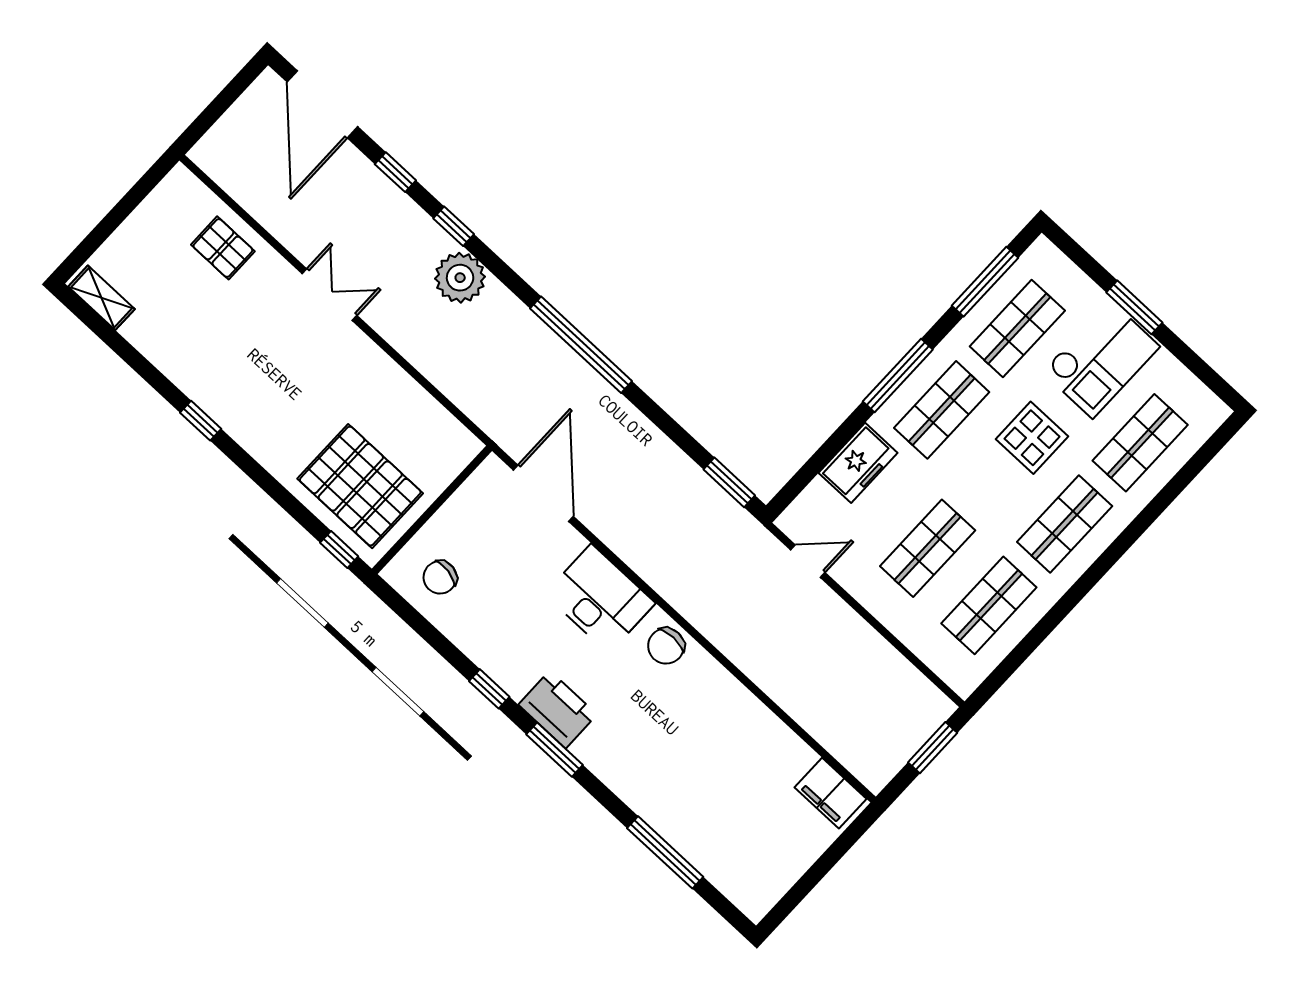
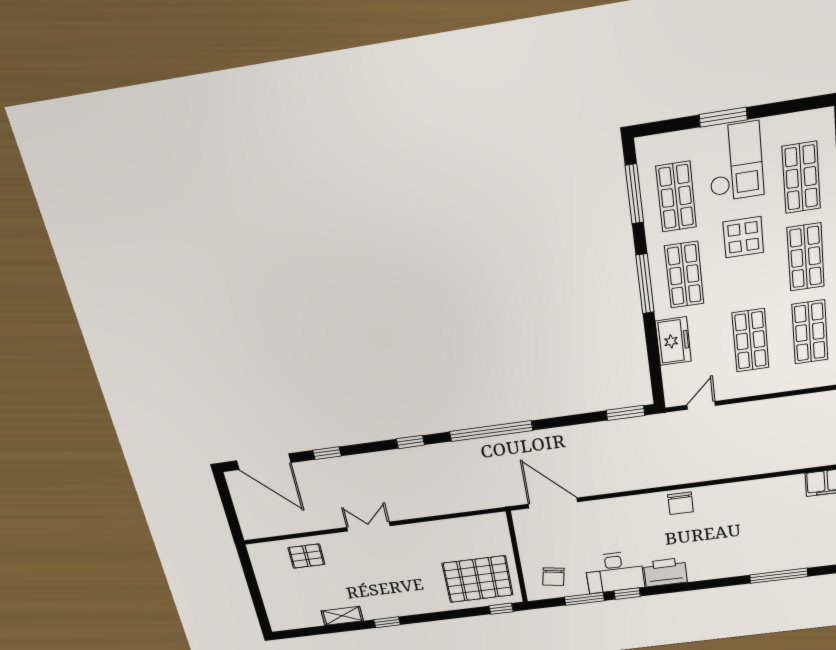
window: (454, 226) -> (410, 442), moved
plant: (460, 278) -> (408, 462), removed
shelving: (102, 298) -> (342, 616), moved
desk: (600, 599) -> (615, 572), moved, turned 180
window: (554, 750) -> (584, 599), moved

